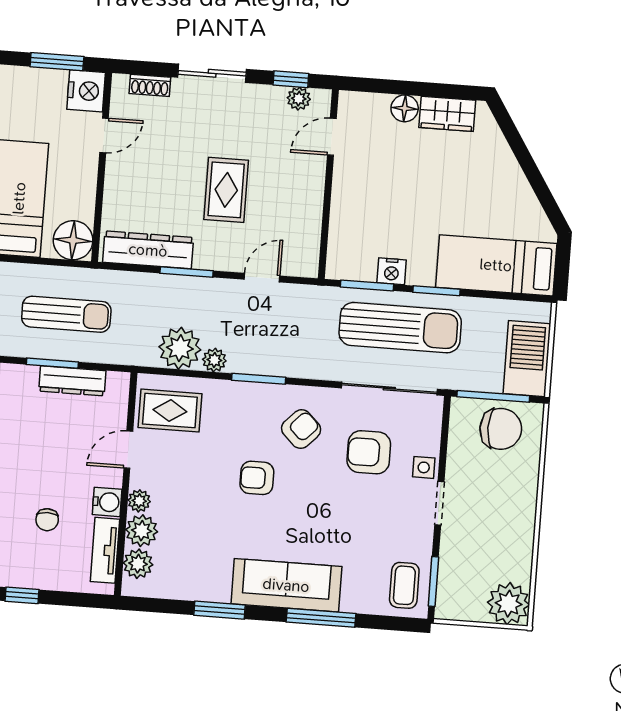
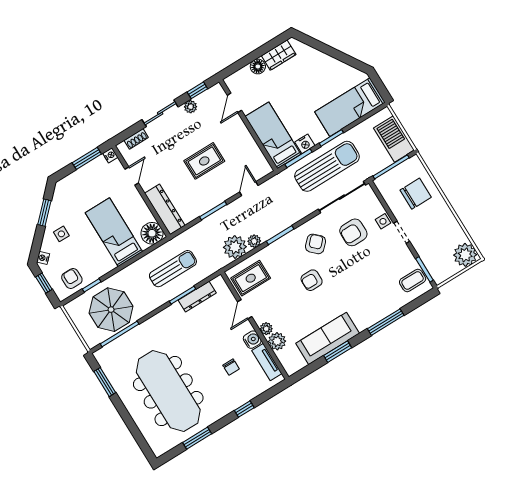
nightstand: (86, 91) -> (110, 155), width x0.53, depth x0.56
plant: (299, 99) -> (191, 107), moved
rug: (226, 190) -> (204, 161), turned 90
bed: (354, 225) -> (273, 135), added
dresser: (148, 250) -> (165, 209), moved, turned 90
chair: (501, 429) -> (416, 194), moved
plant: (138, 564) -> (286, 357), removed
sofa: (286, 585) -> (328, 338), moved
coffee table: (404, 585) -> (413, 280), turned 90

